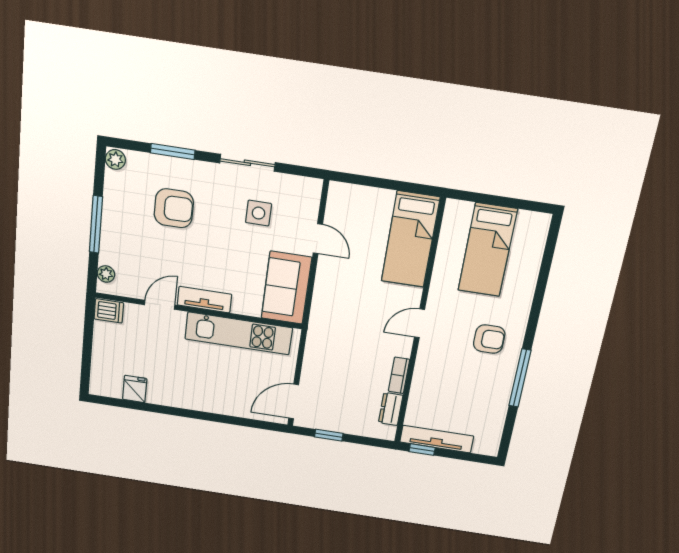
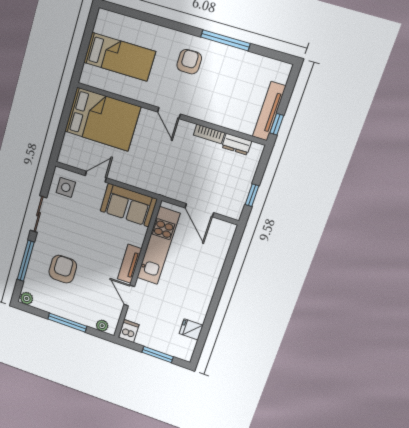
window: (173, 151) -> (26, 261), width x1.44
side table: (259, 213) -> (66, 187), moved
bed: (410, 239) -> (102, 119), width x1.50
window: (87, 352) -> (158, 355), added
door: (294, 401) -> (199, 210), moved

